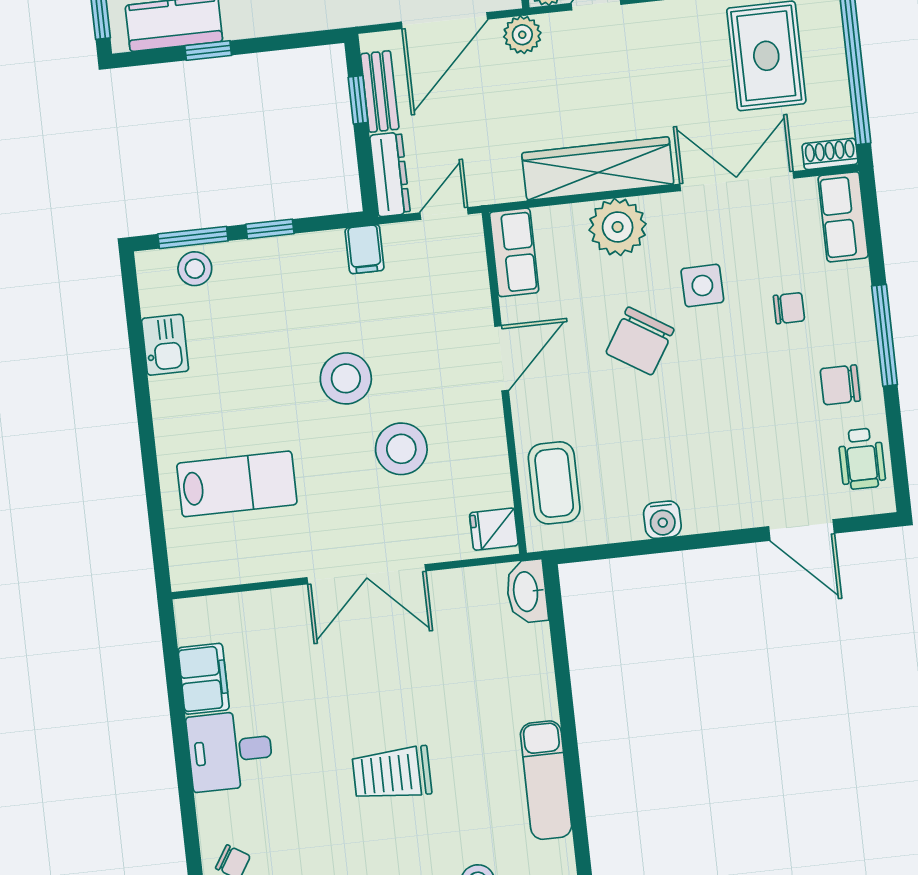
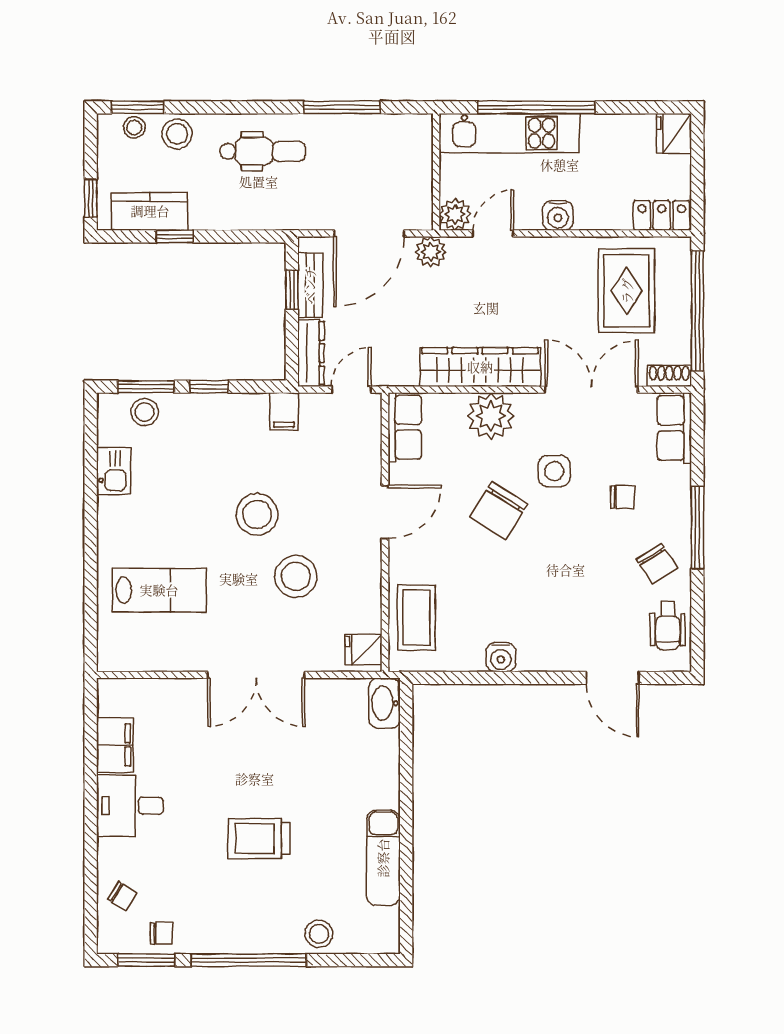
chair: (840, 385) -> (657, 564), turned -123

